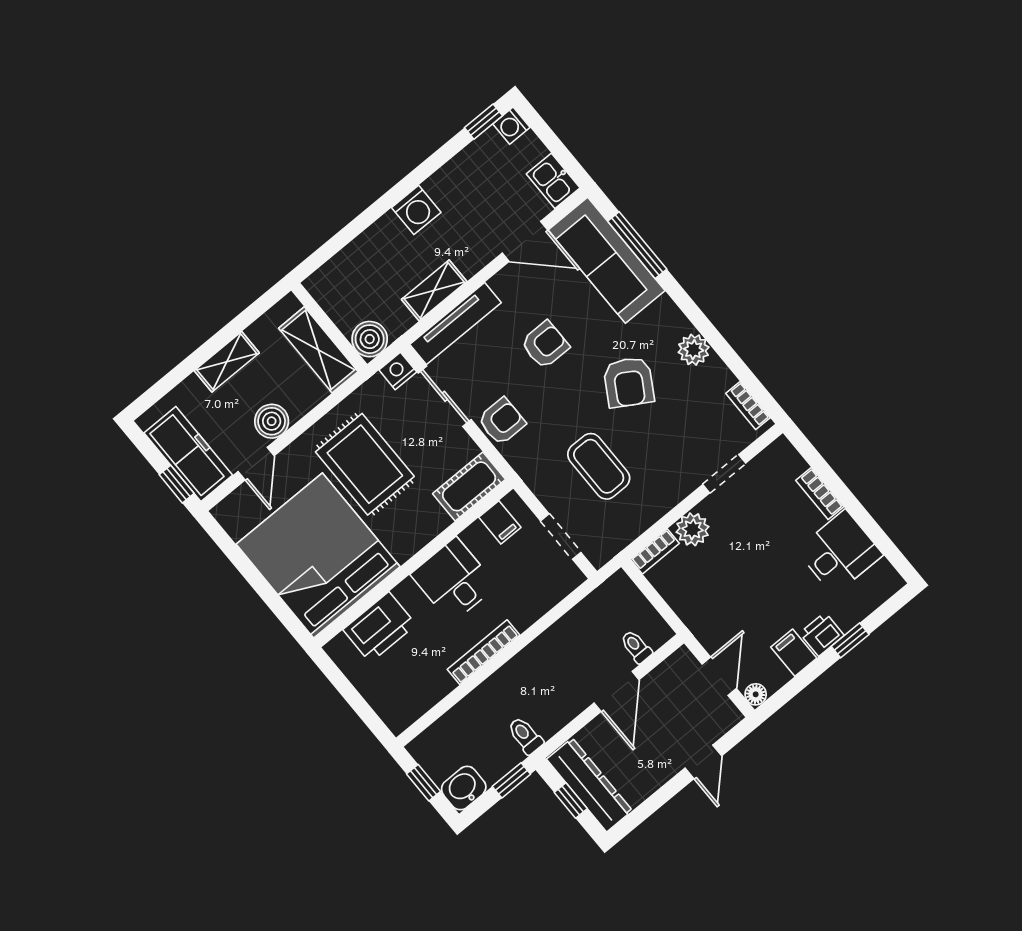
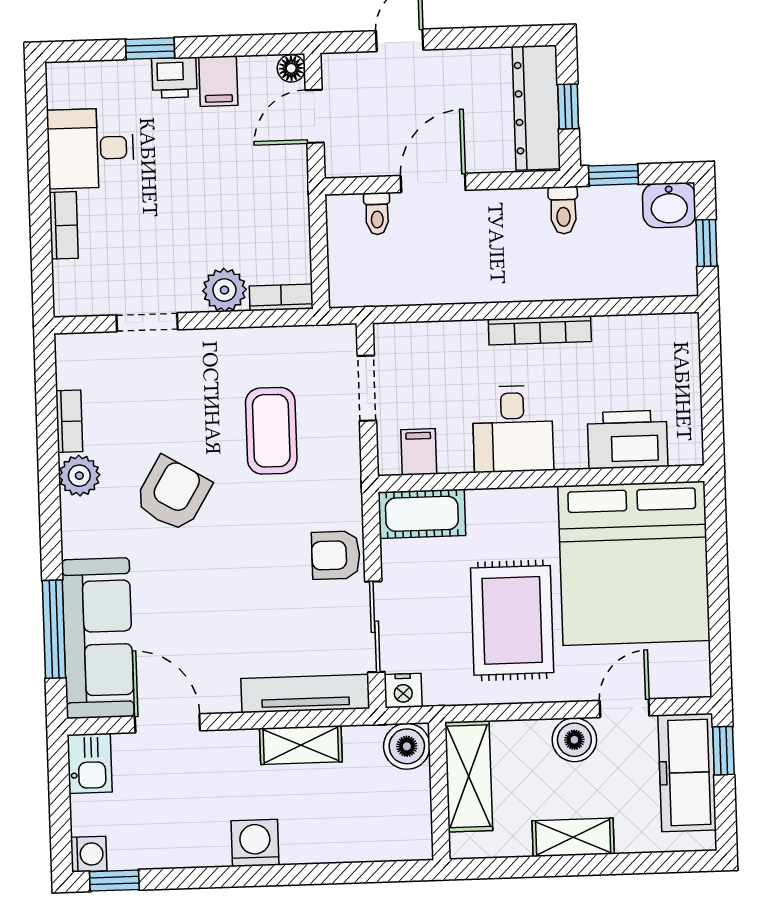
armchair: (545, 345) -> (229, 600), removed
bookcase: (748, 406) -> (69, 421), moved

